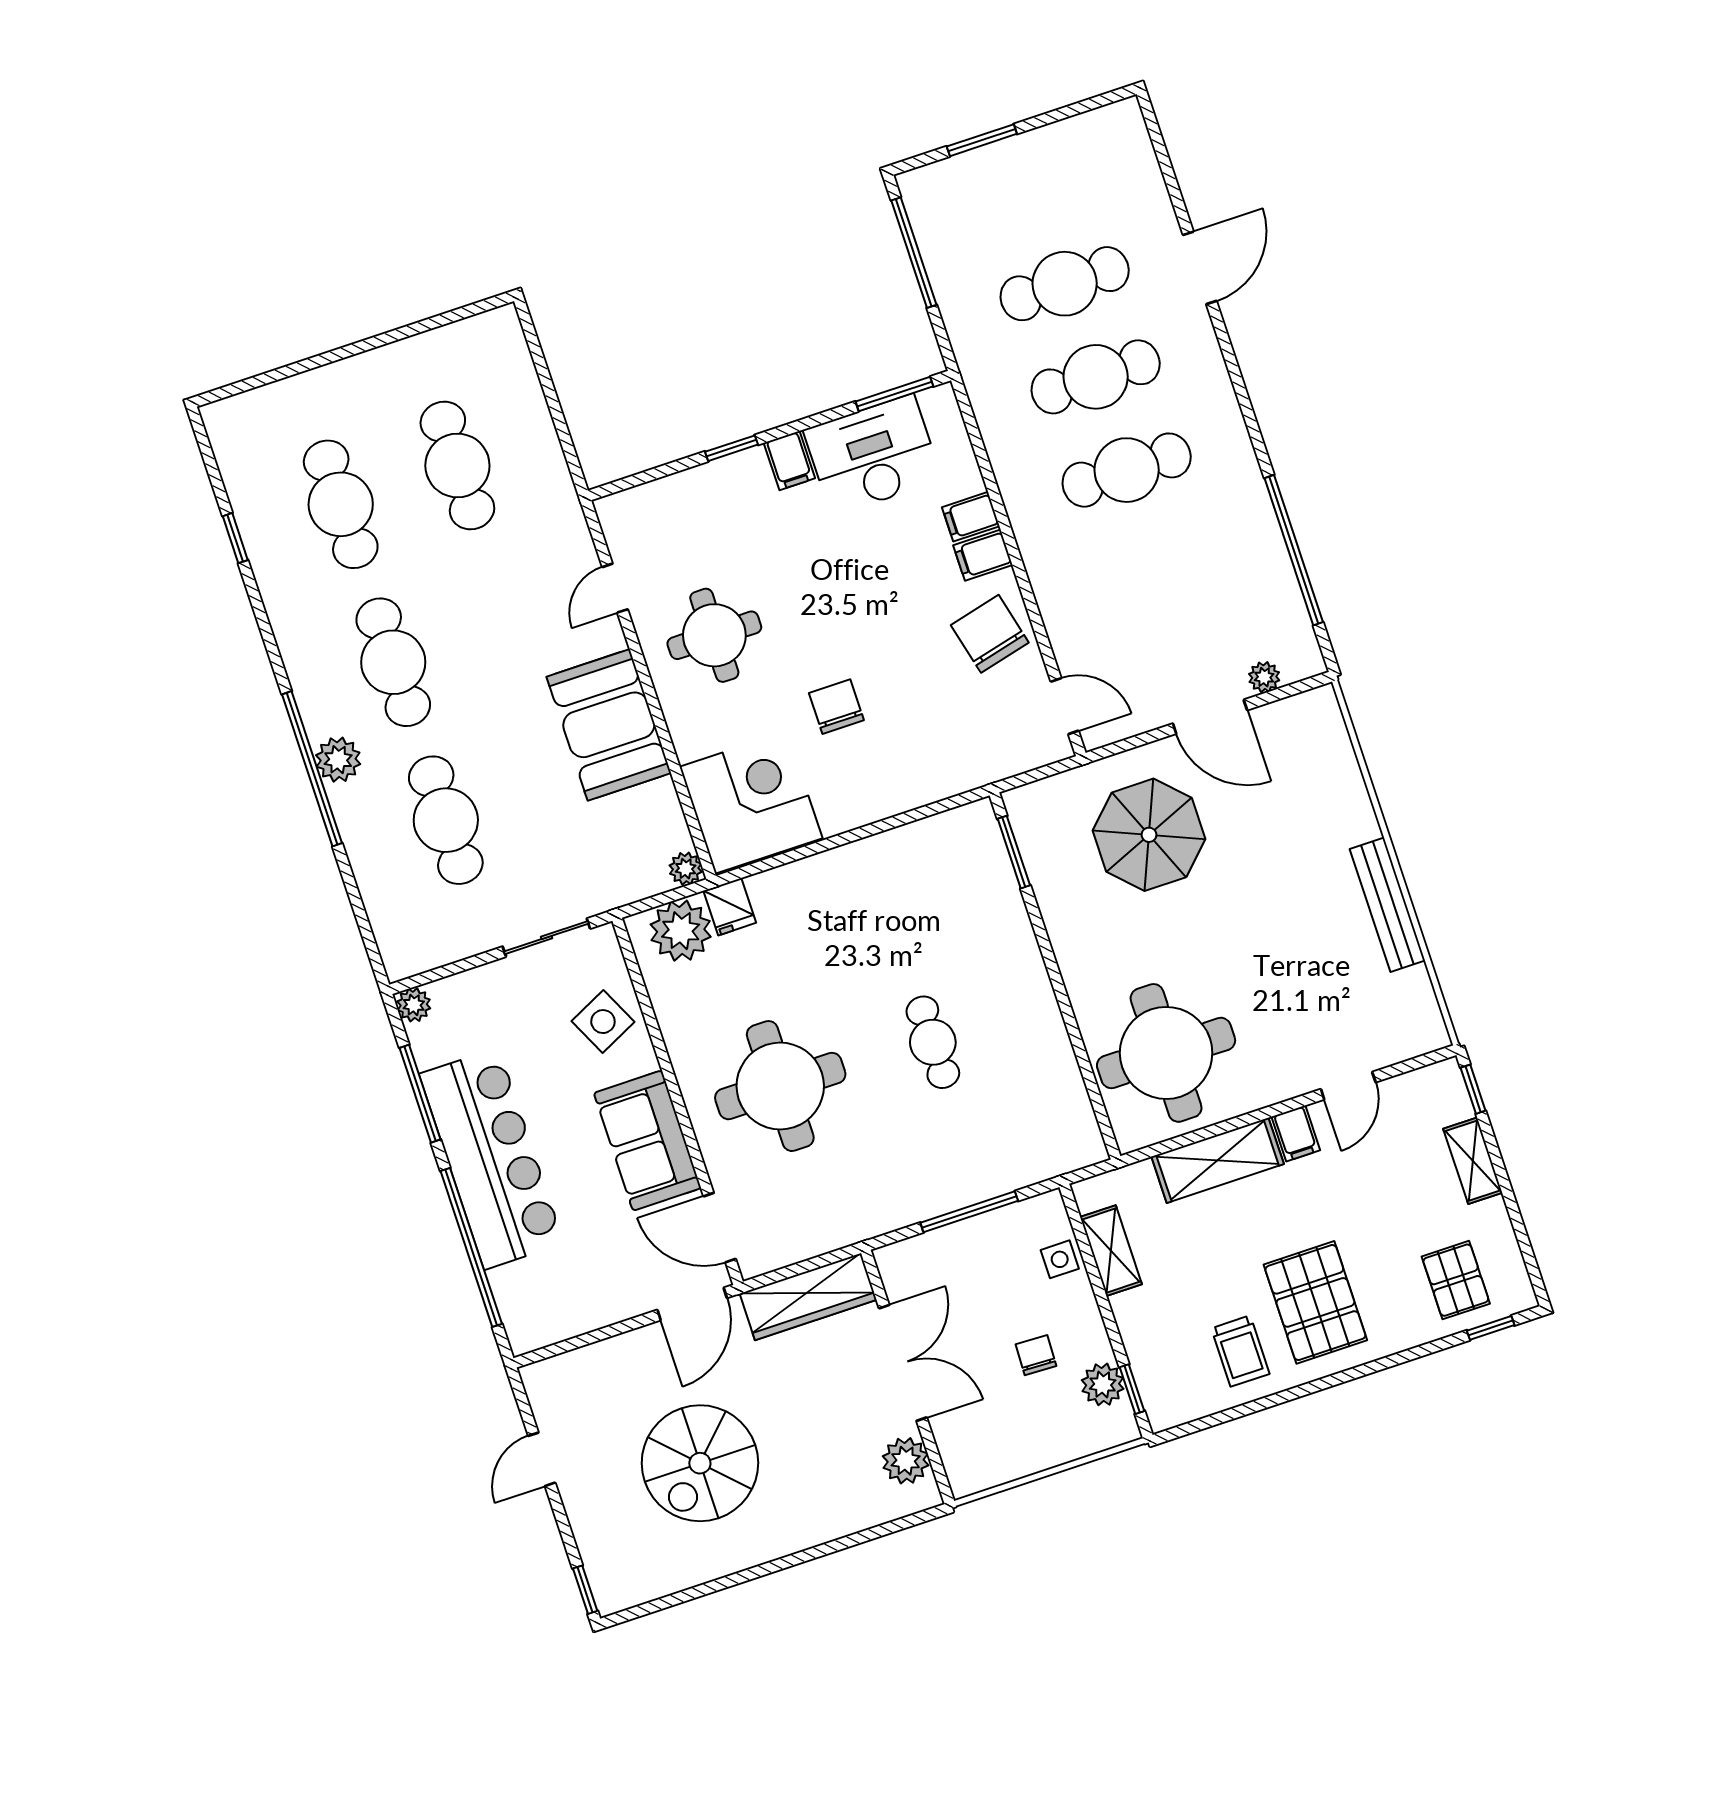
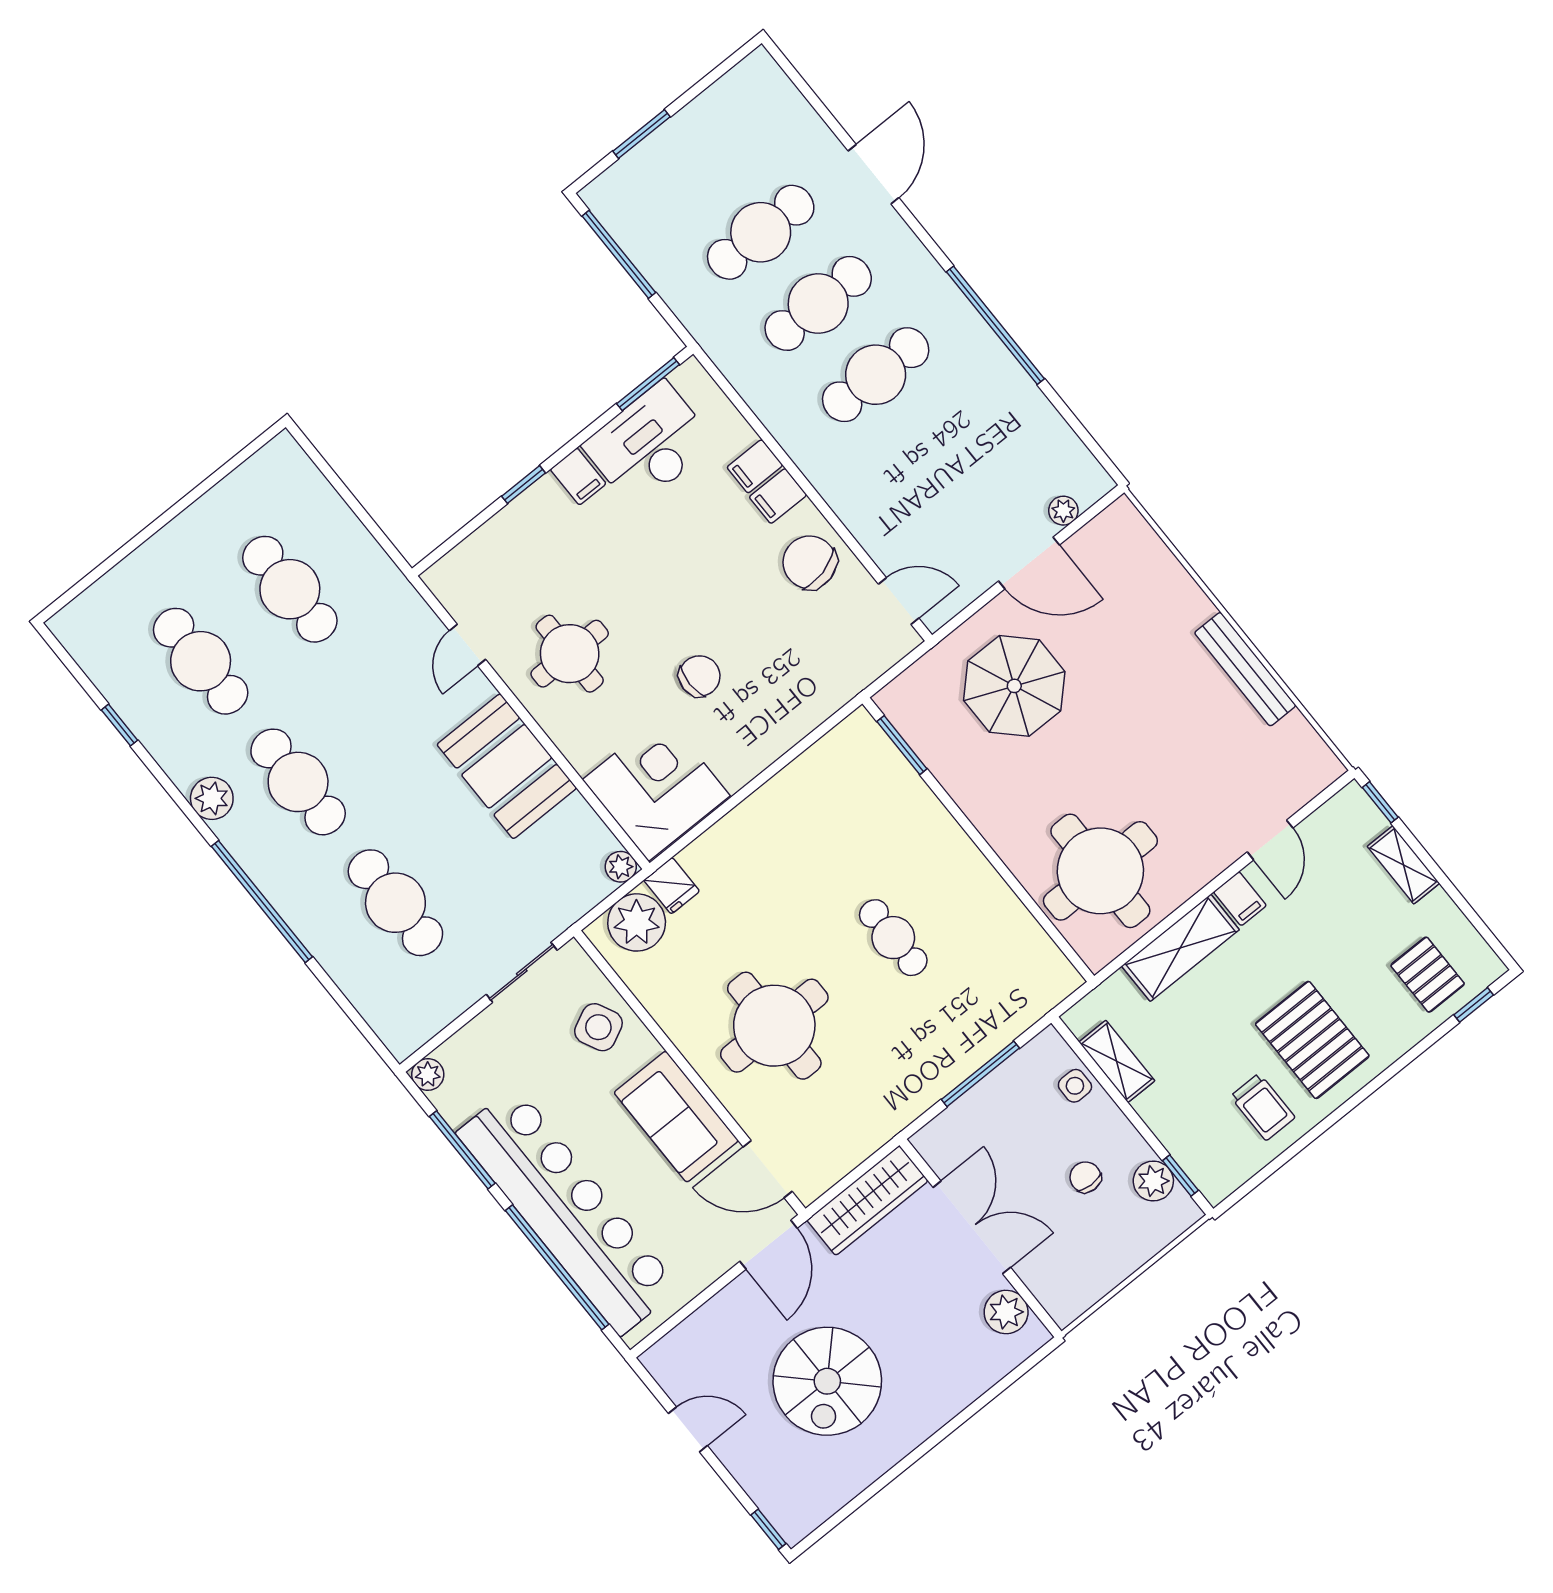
window: (1294, 550) -> (995, 325), moved
chair: (836, 707) -> (700, 676), turned 90
plant: (338, 760) -> (212, 798), moved
bar counter: (491, 1159) -> (568, 1211), width x1.36
door: (542, 1459) -> (688, 1430), swing flipped

